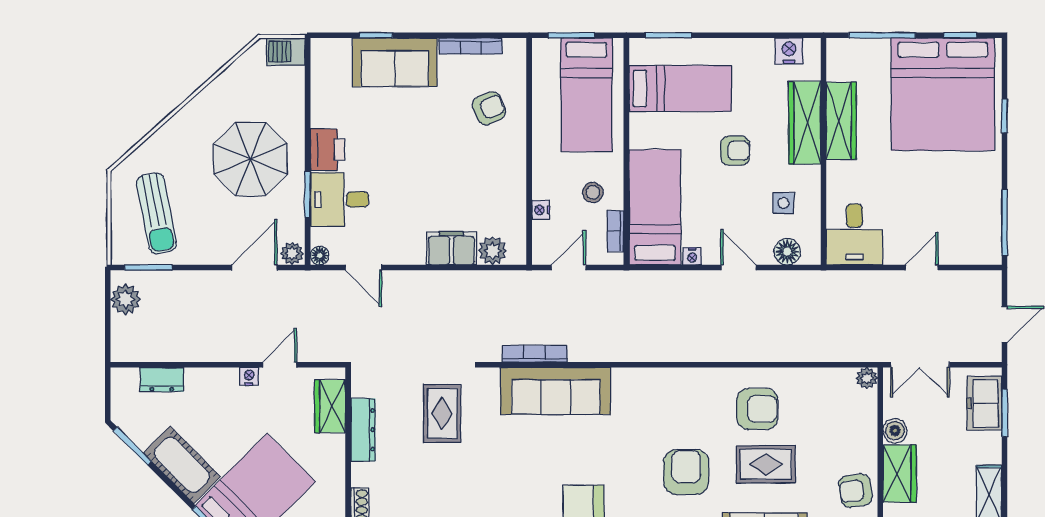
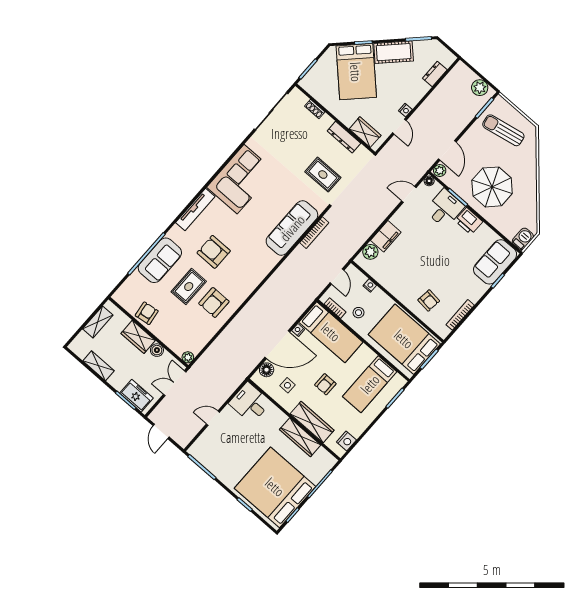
sofa: (395, 62) -> (495, 262), moved
bed: (586, 95) -> (404, 339), width x1.50
armchair: (489, 108) -> (429, 300), turned -59
door: (738, 268) -> (277, 345), width x1.88
door: (922, 268) -> (213, 418), swing flipped
armchair: (686, 472) -> (214, 252), turned 180

